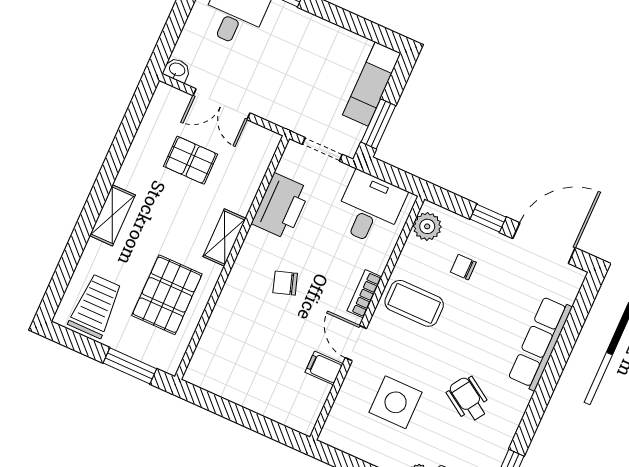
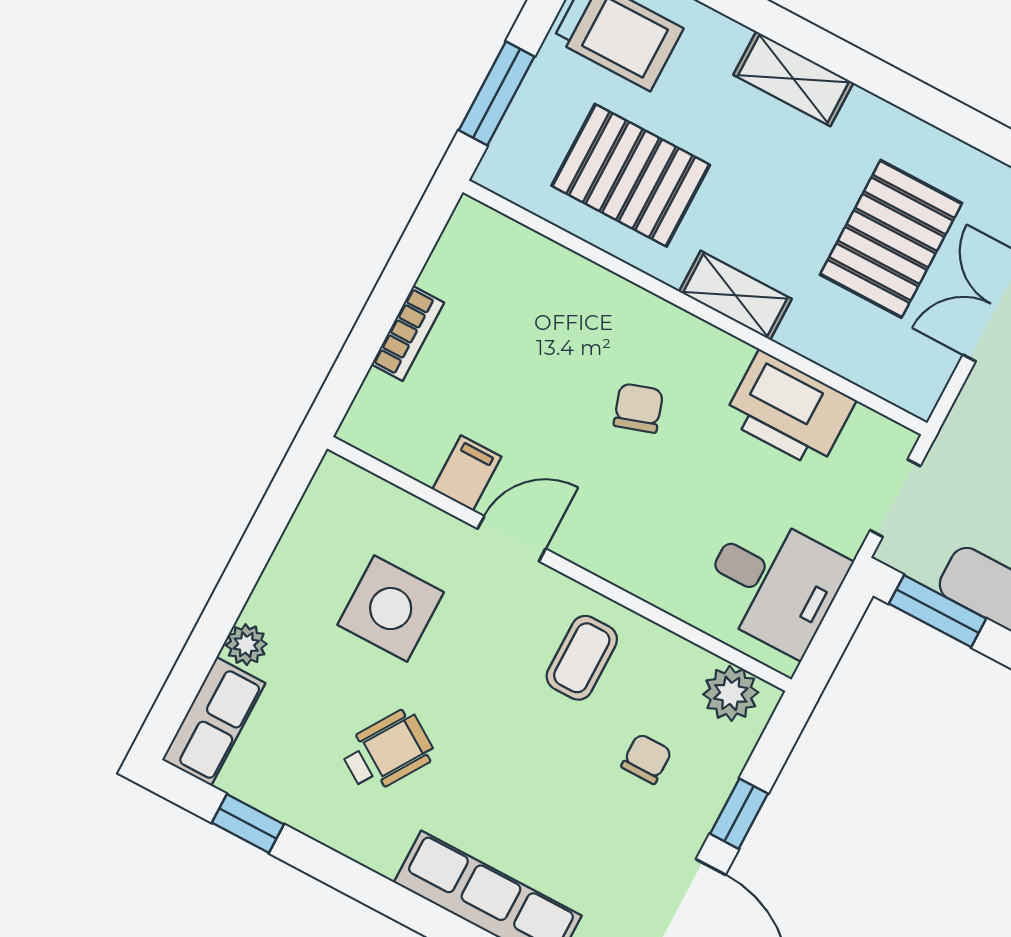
pallet: (191, 160) -> (891, 239), width x1.50, depth x1.42
bookcase: (364, 294) -> (408, 333), moved, turned 90
coffee table: (414, 303) -> (582, 658), width x0.73, depth x0.77

